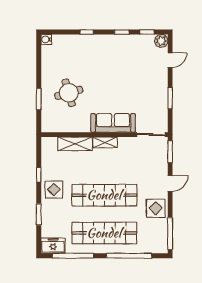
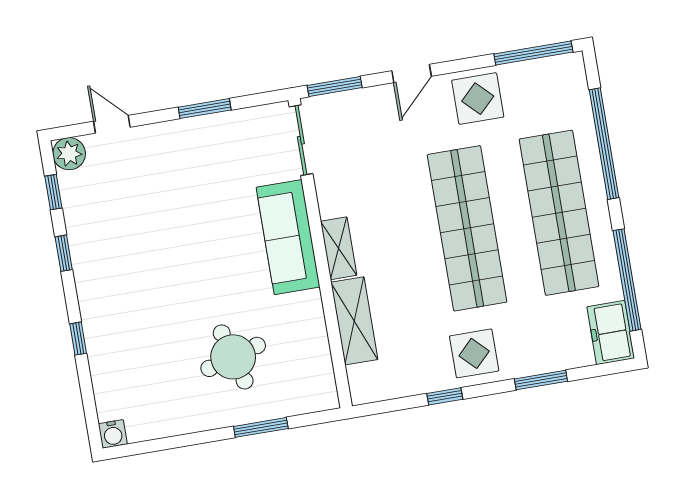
door: (170, 183) -> (412, 74), swing flipped

